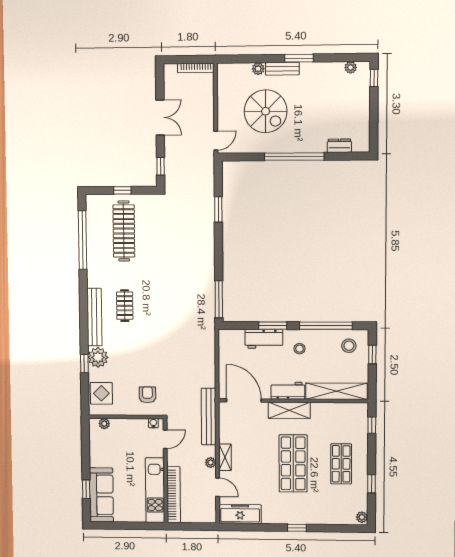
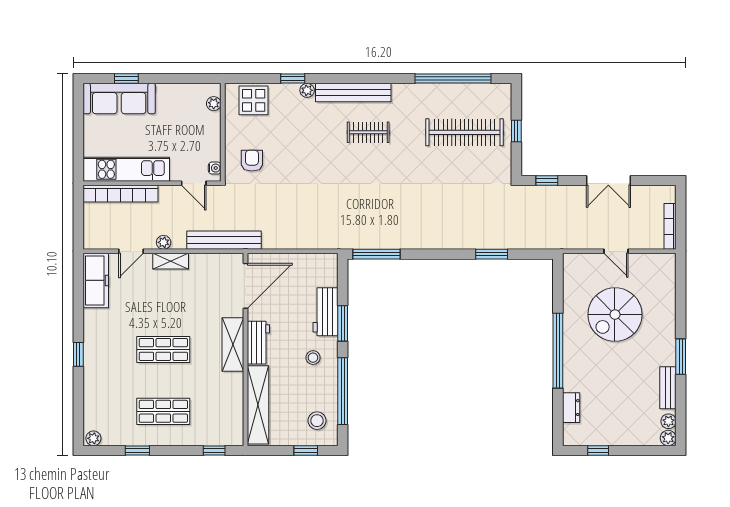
plant: (258, 69) -> (668, 438), moved
bench: (282, 69) -> (668, 388), moved
window: (374, 78) -> (598, 450), moved
door: (216, 141) -> (616, 251), moved
plant: (98, 357) -> (307, 90), width x0.53, depth x0.53
armchair: (147, 395) -> (252, 161), turned -90
shop shelf: (293, 463) -> (163, 349), width x0.70, depth x0.74

